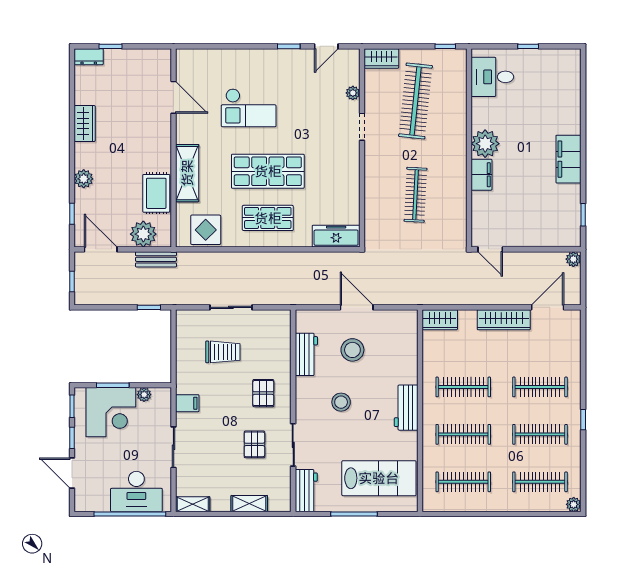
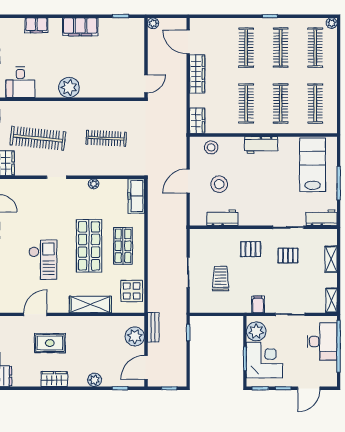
plant: (353, 93) -> (94, 184), moved
filing cabinet: (482, 175) -> (36, 25), moved, turned 180
rug: (156, 193) -> (50, 343), moved
plant: (144, 395) -> (256, 331), width x1.88, depth x1.88
stool: (341, 402) -> (211, 147), moved

